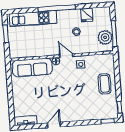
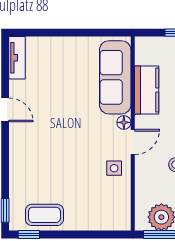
kitchen counter: (38, 50) -> (147, 90), added
coffee table: (105, 84) -> (44, 215), moved

